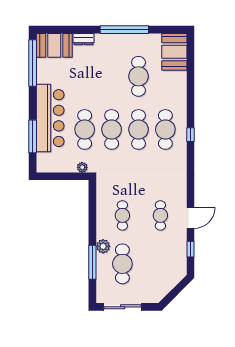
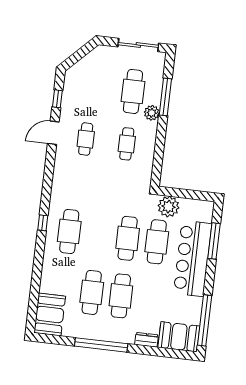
cafe table: (138, 129) -> (121, 296), moved
plant: (82, 167) -> (169, 207), width x1.88, depth x1.88

